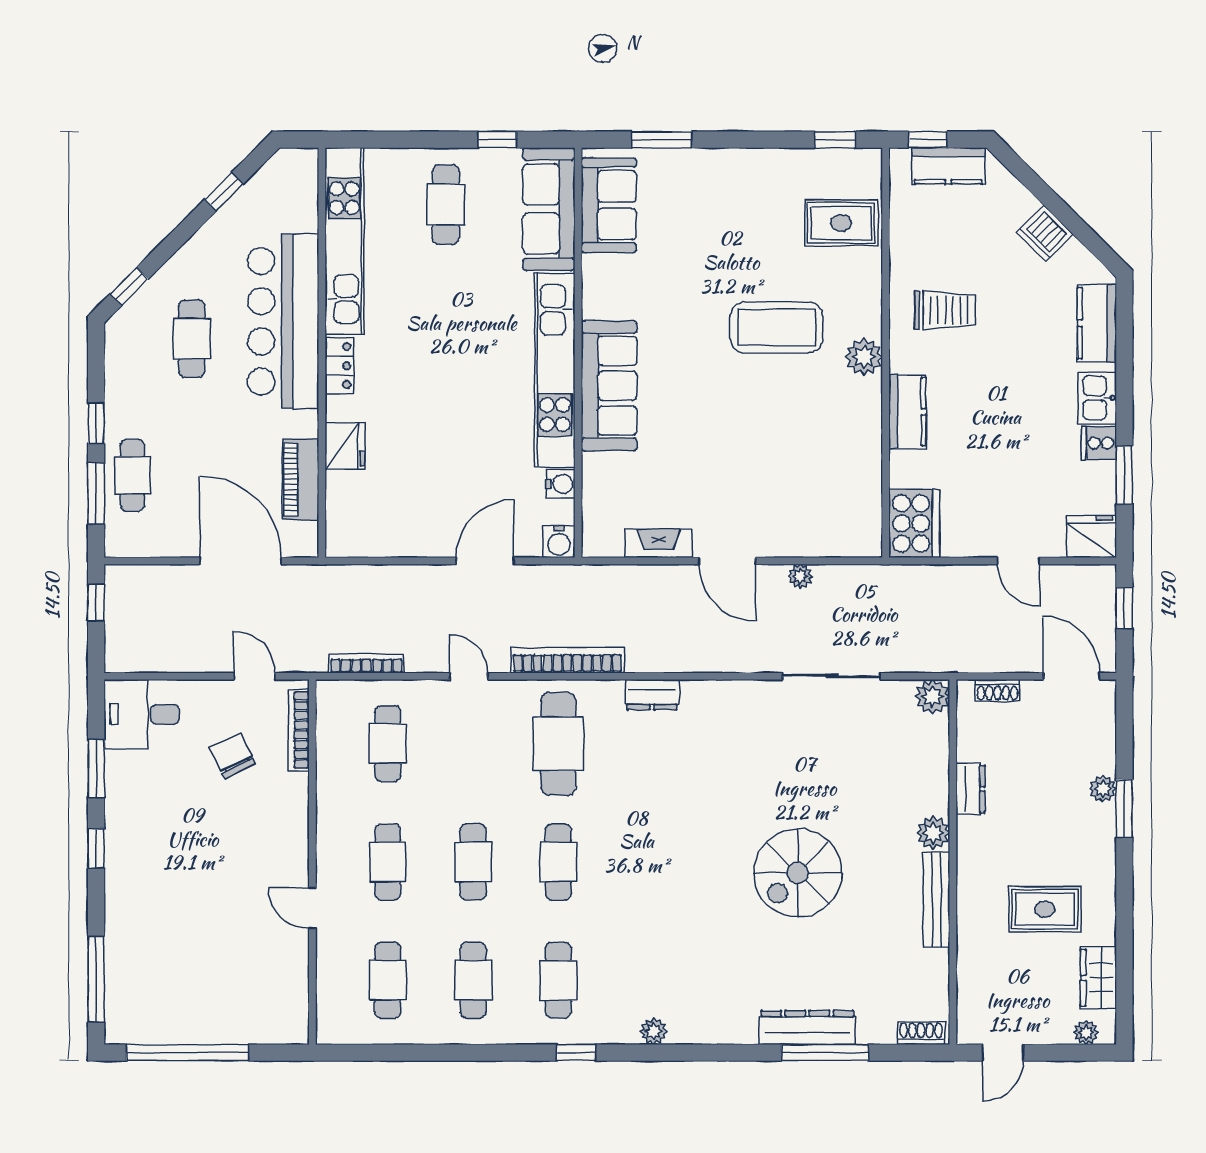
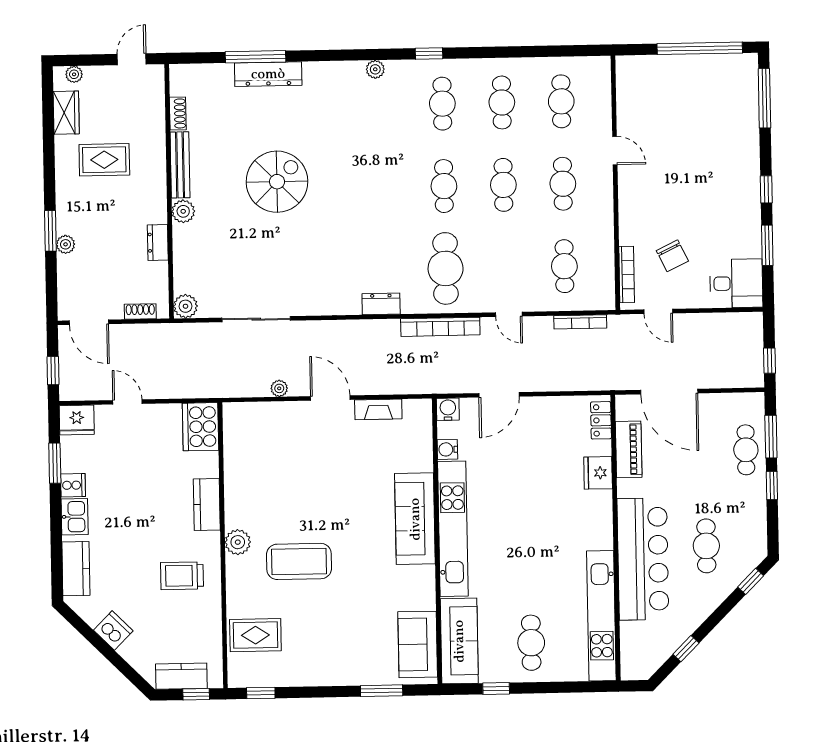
locker: (339, 366) -> (601, 420), moved
shoe rack: (921, 1033) -> (178, 113), moved, turned -90

